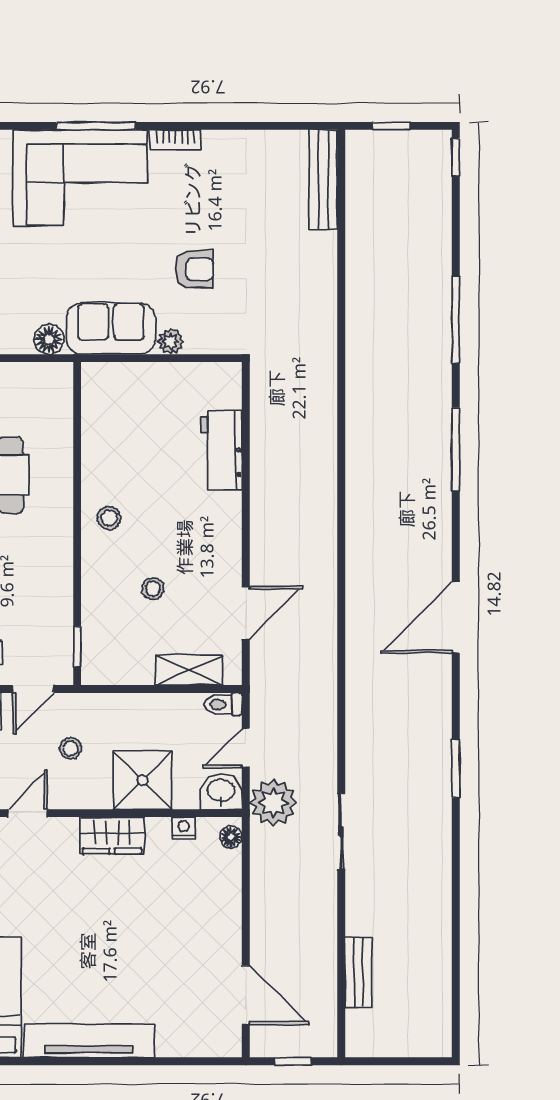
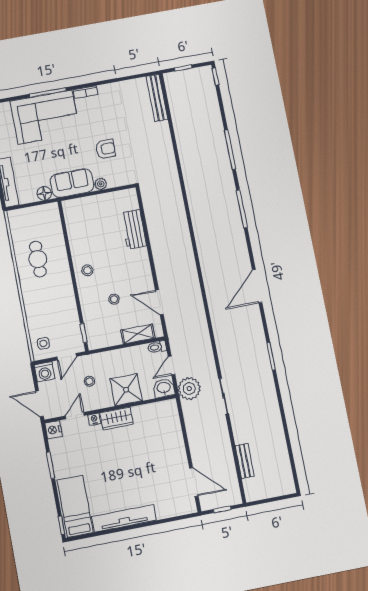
door: (246, 613) -> (159, 302), swing flipped
nightstand: (184, 828) -> (94, 419), moved
floor lamp: (231, 837) -> (172, 409), removed

